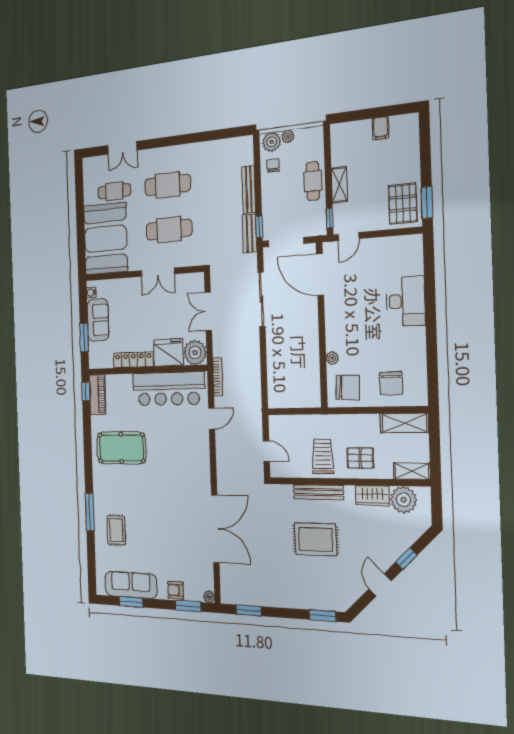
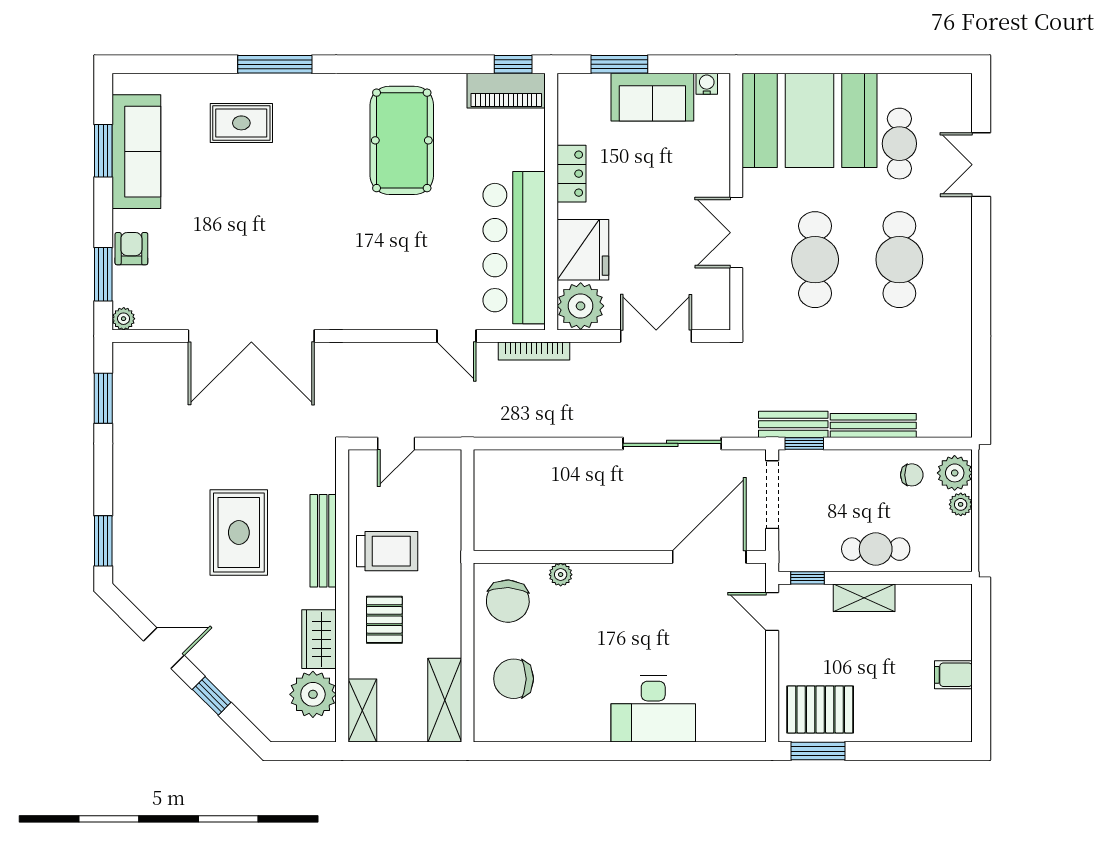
locker: (133, 360) -> (571, 174), width x0.66

